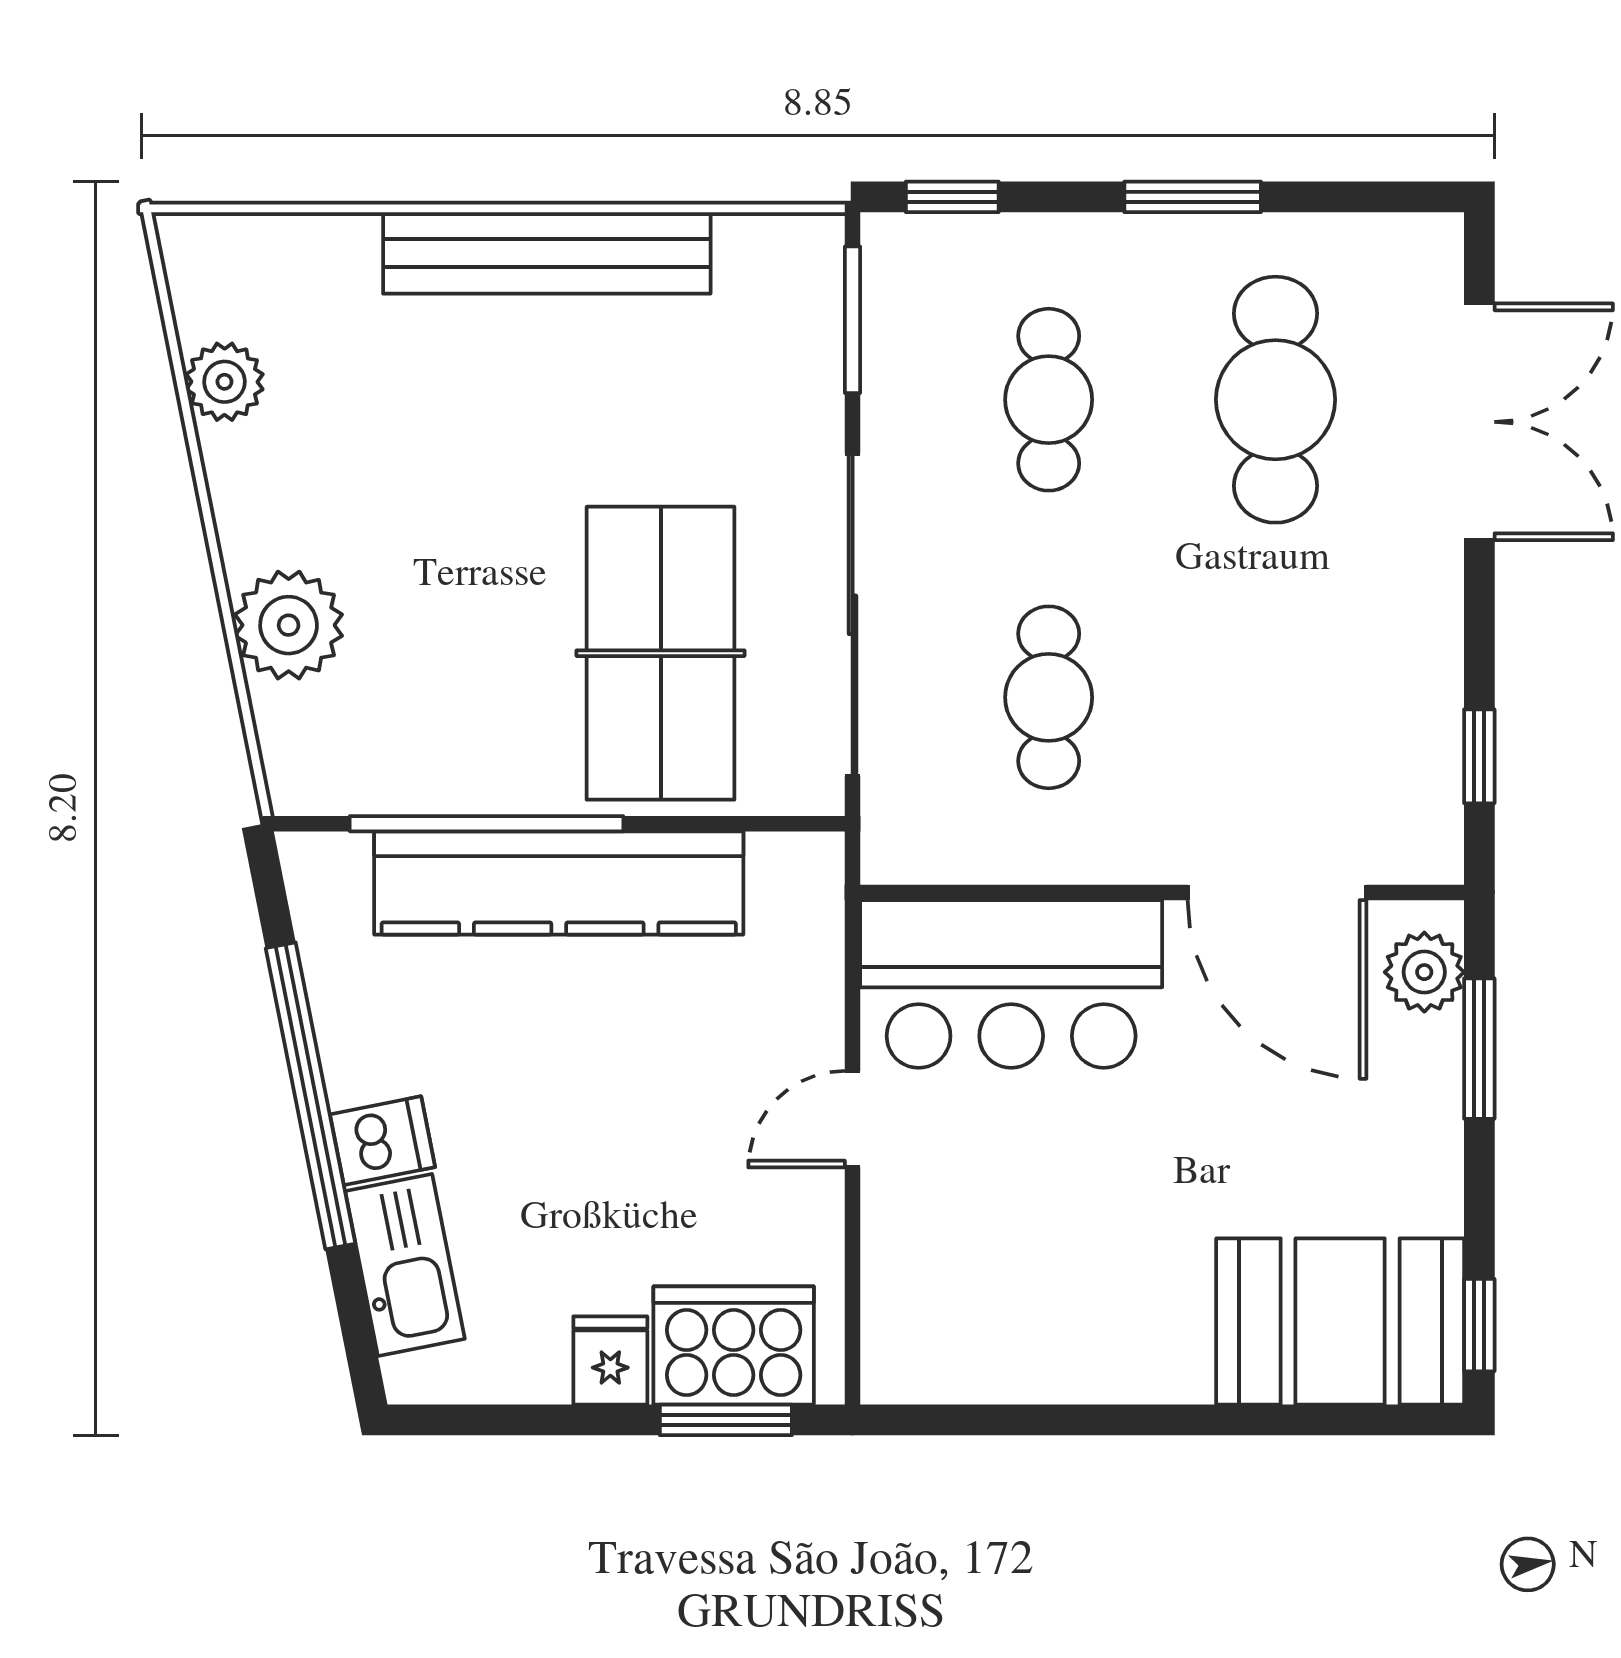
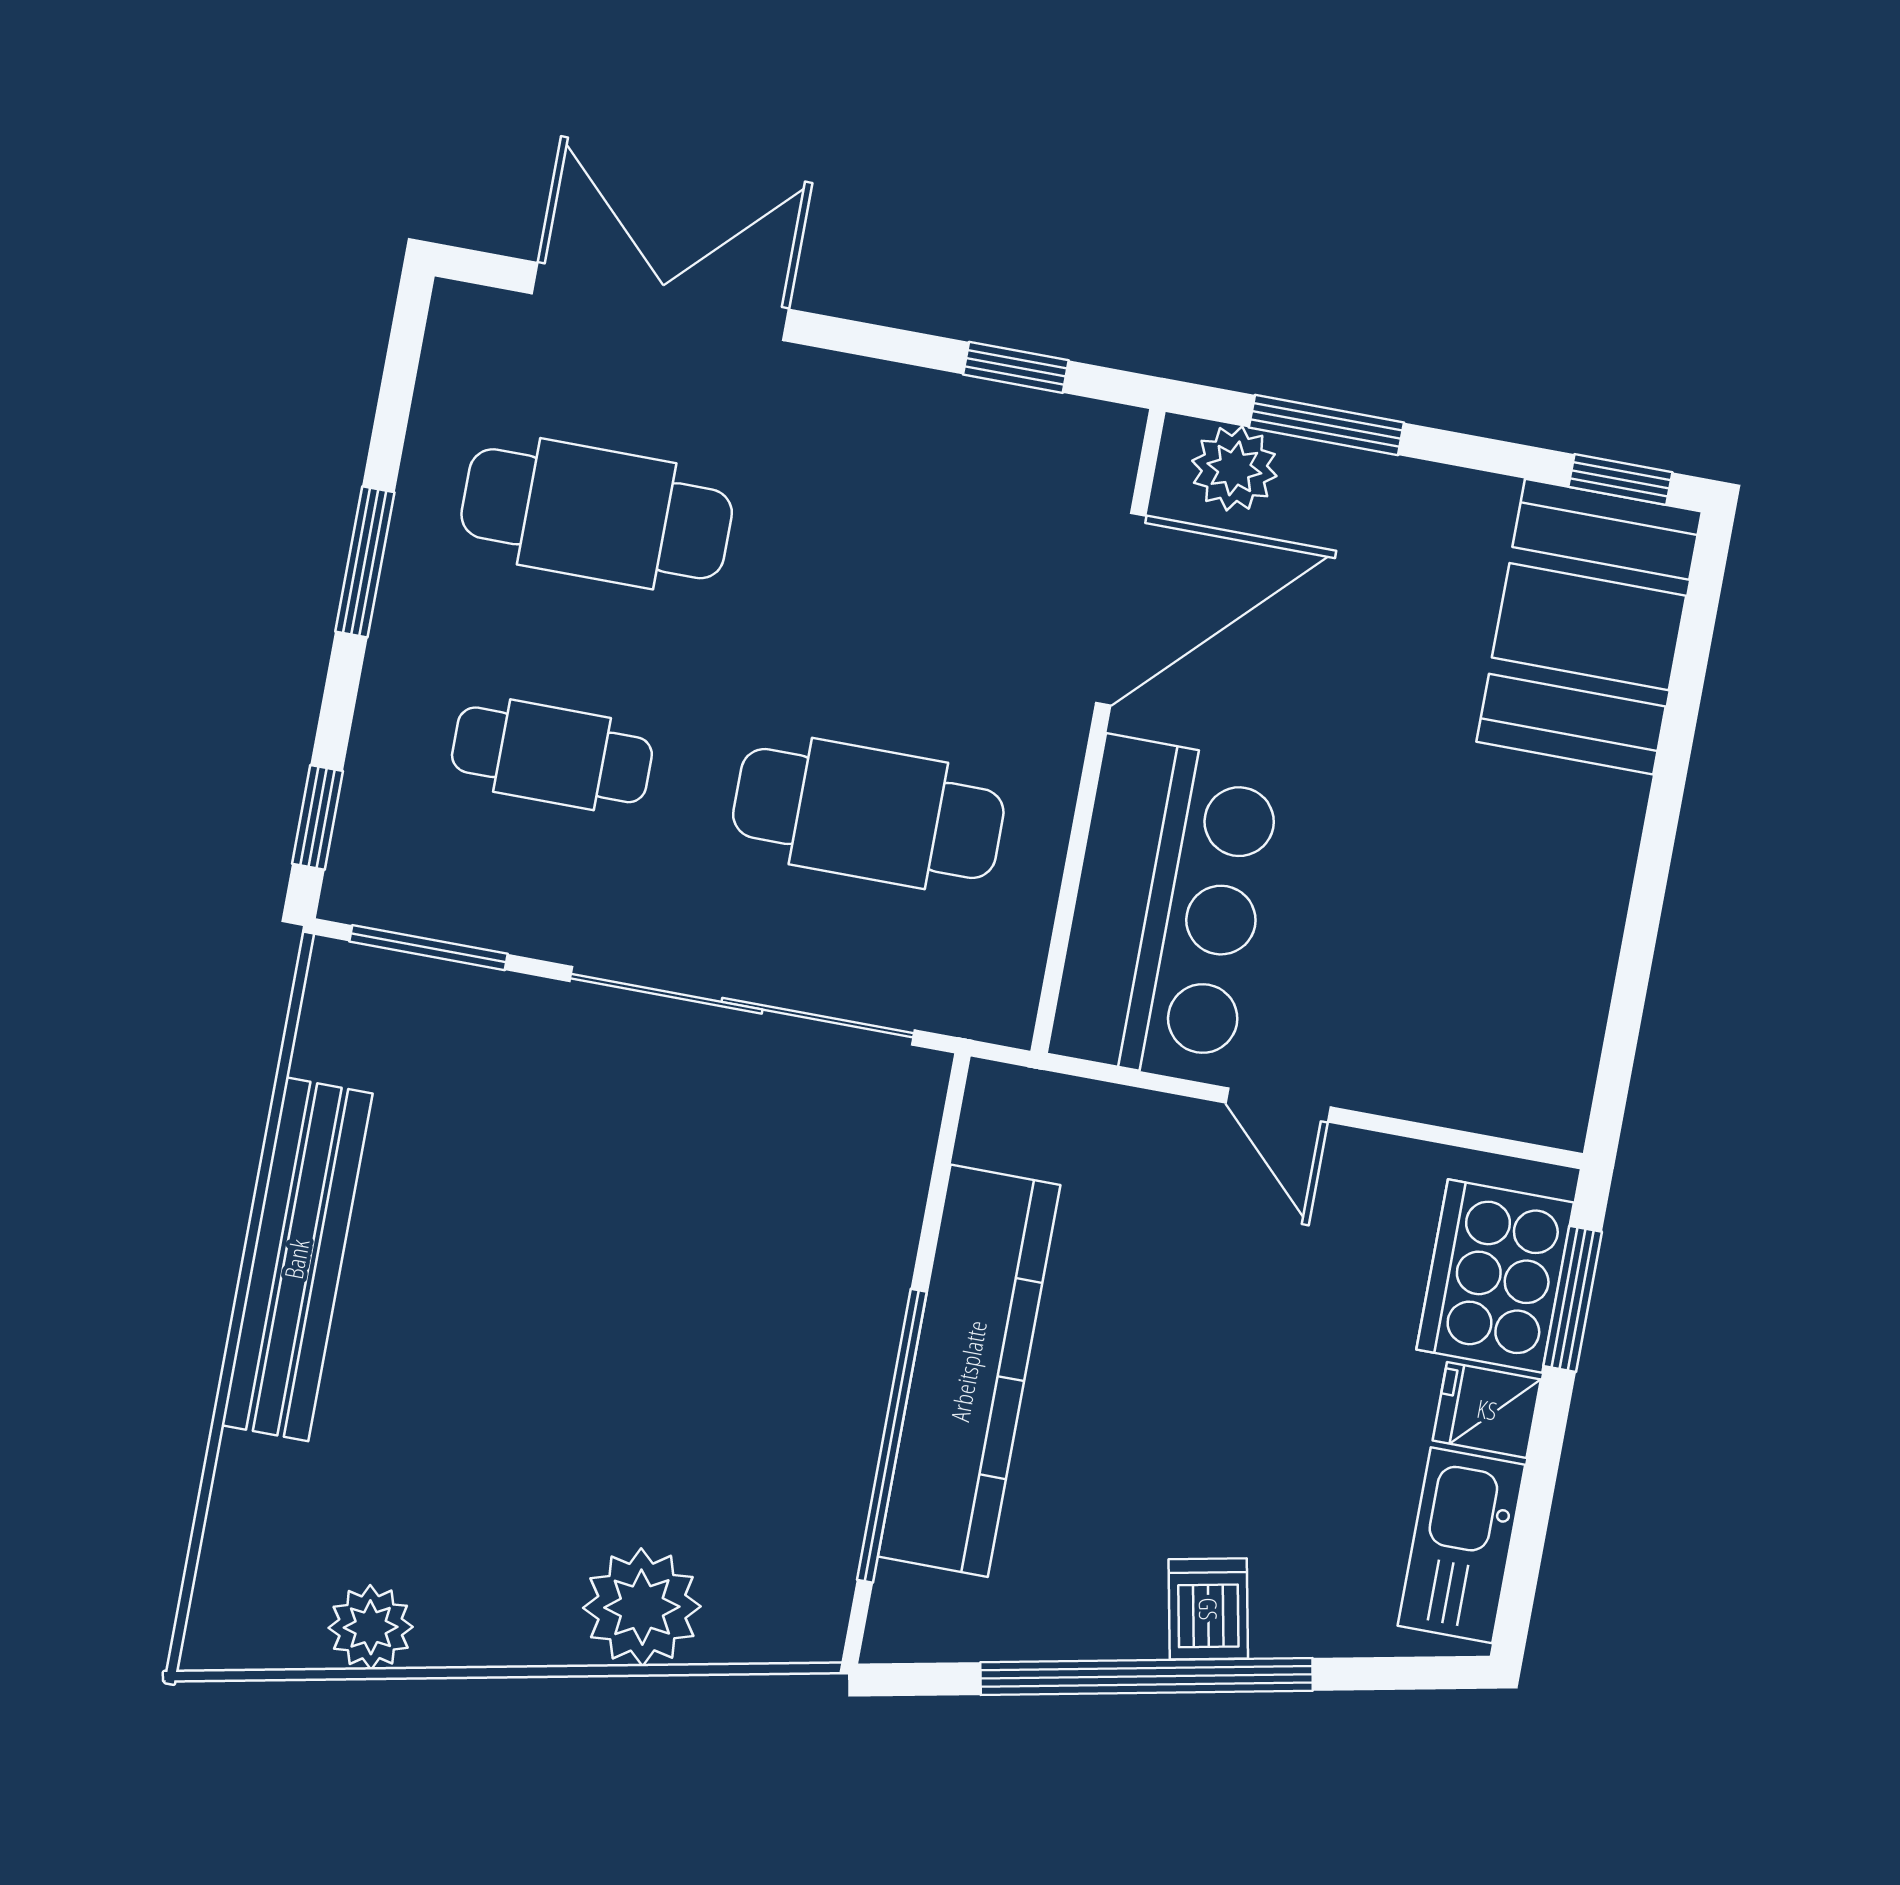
table tennis table: (661, 653) -> (745, 1217), removed
cafe table: (1049, 697) -> (868, 813), width x1.37, depth x1.35
kitchen sink: (405, 1265) -> (1461, 1545), moved, turned -79

